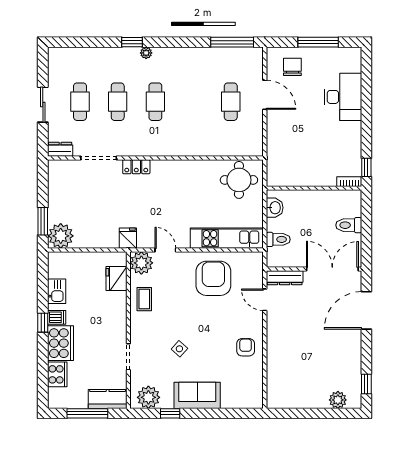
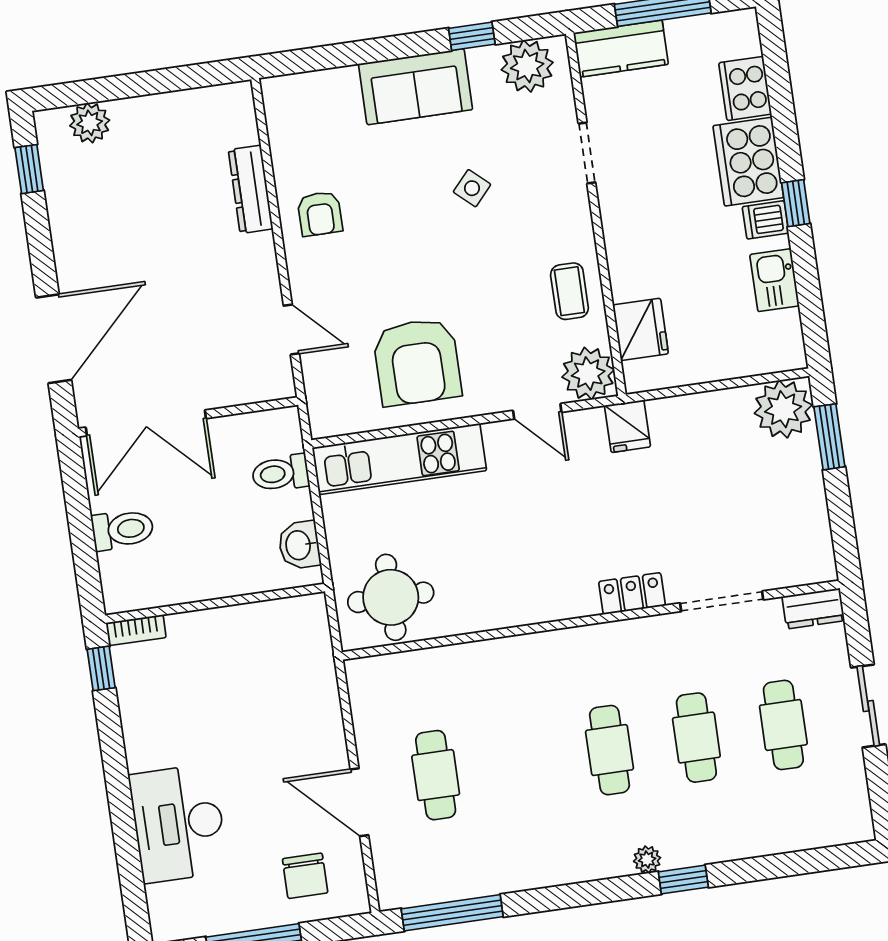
dresser: (285, 278) -> (251, 189), moved, turned -90

